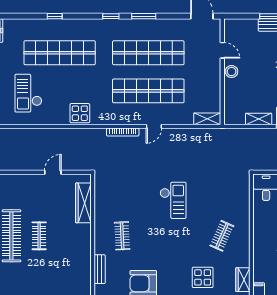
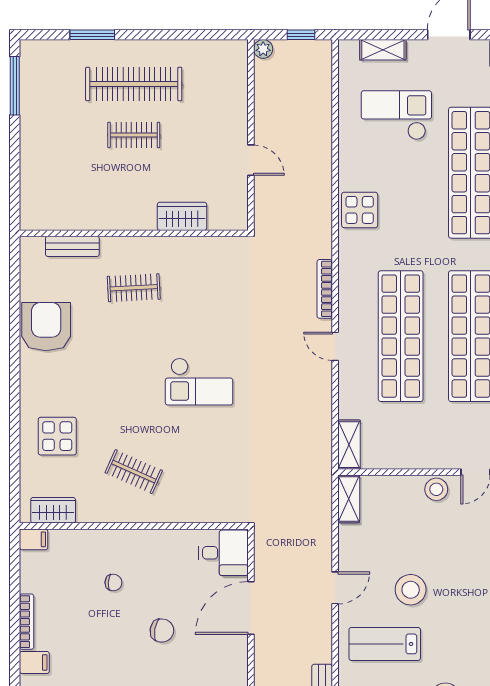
shelving: (259, 119) -> (349, 499), moved
wardrobe: (83, 203) -> (182, 216), width x0.67

